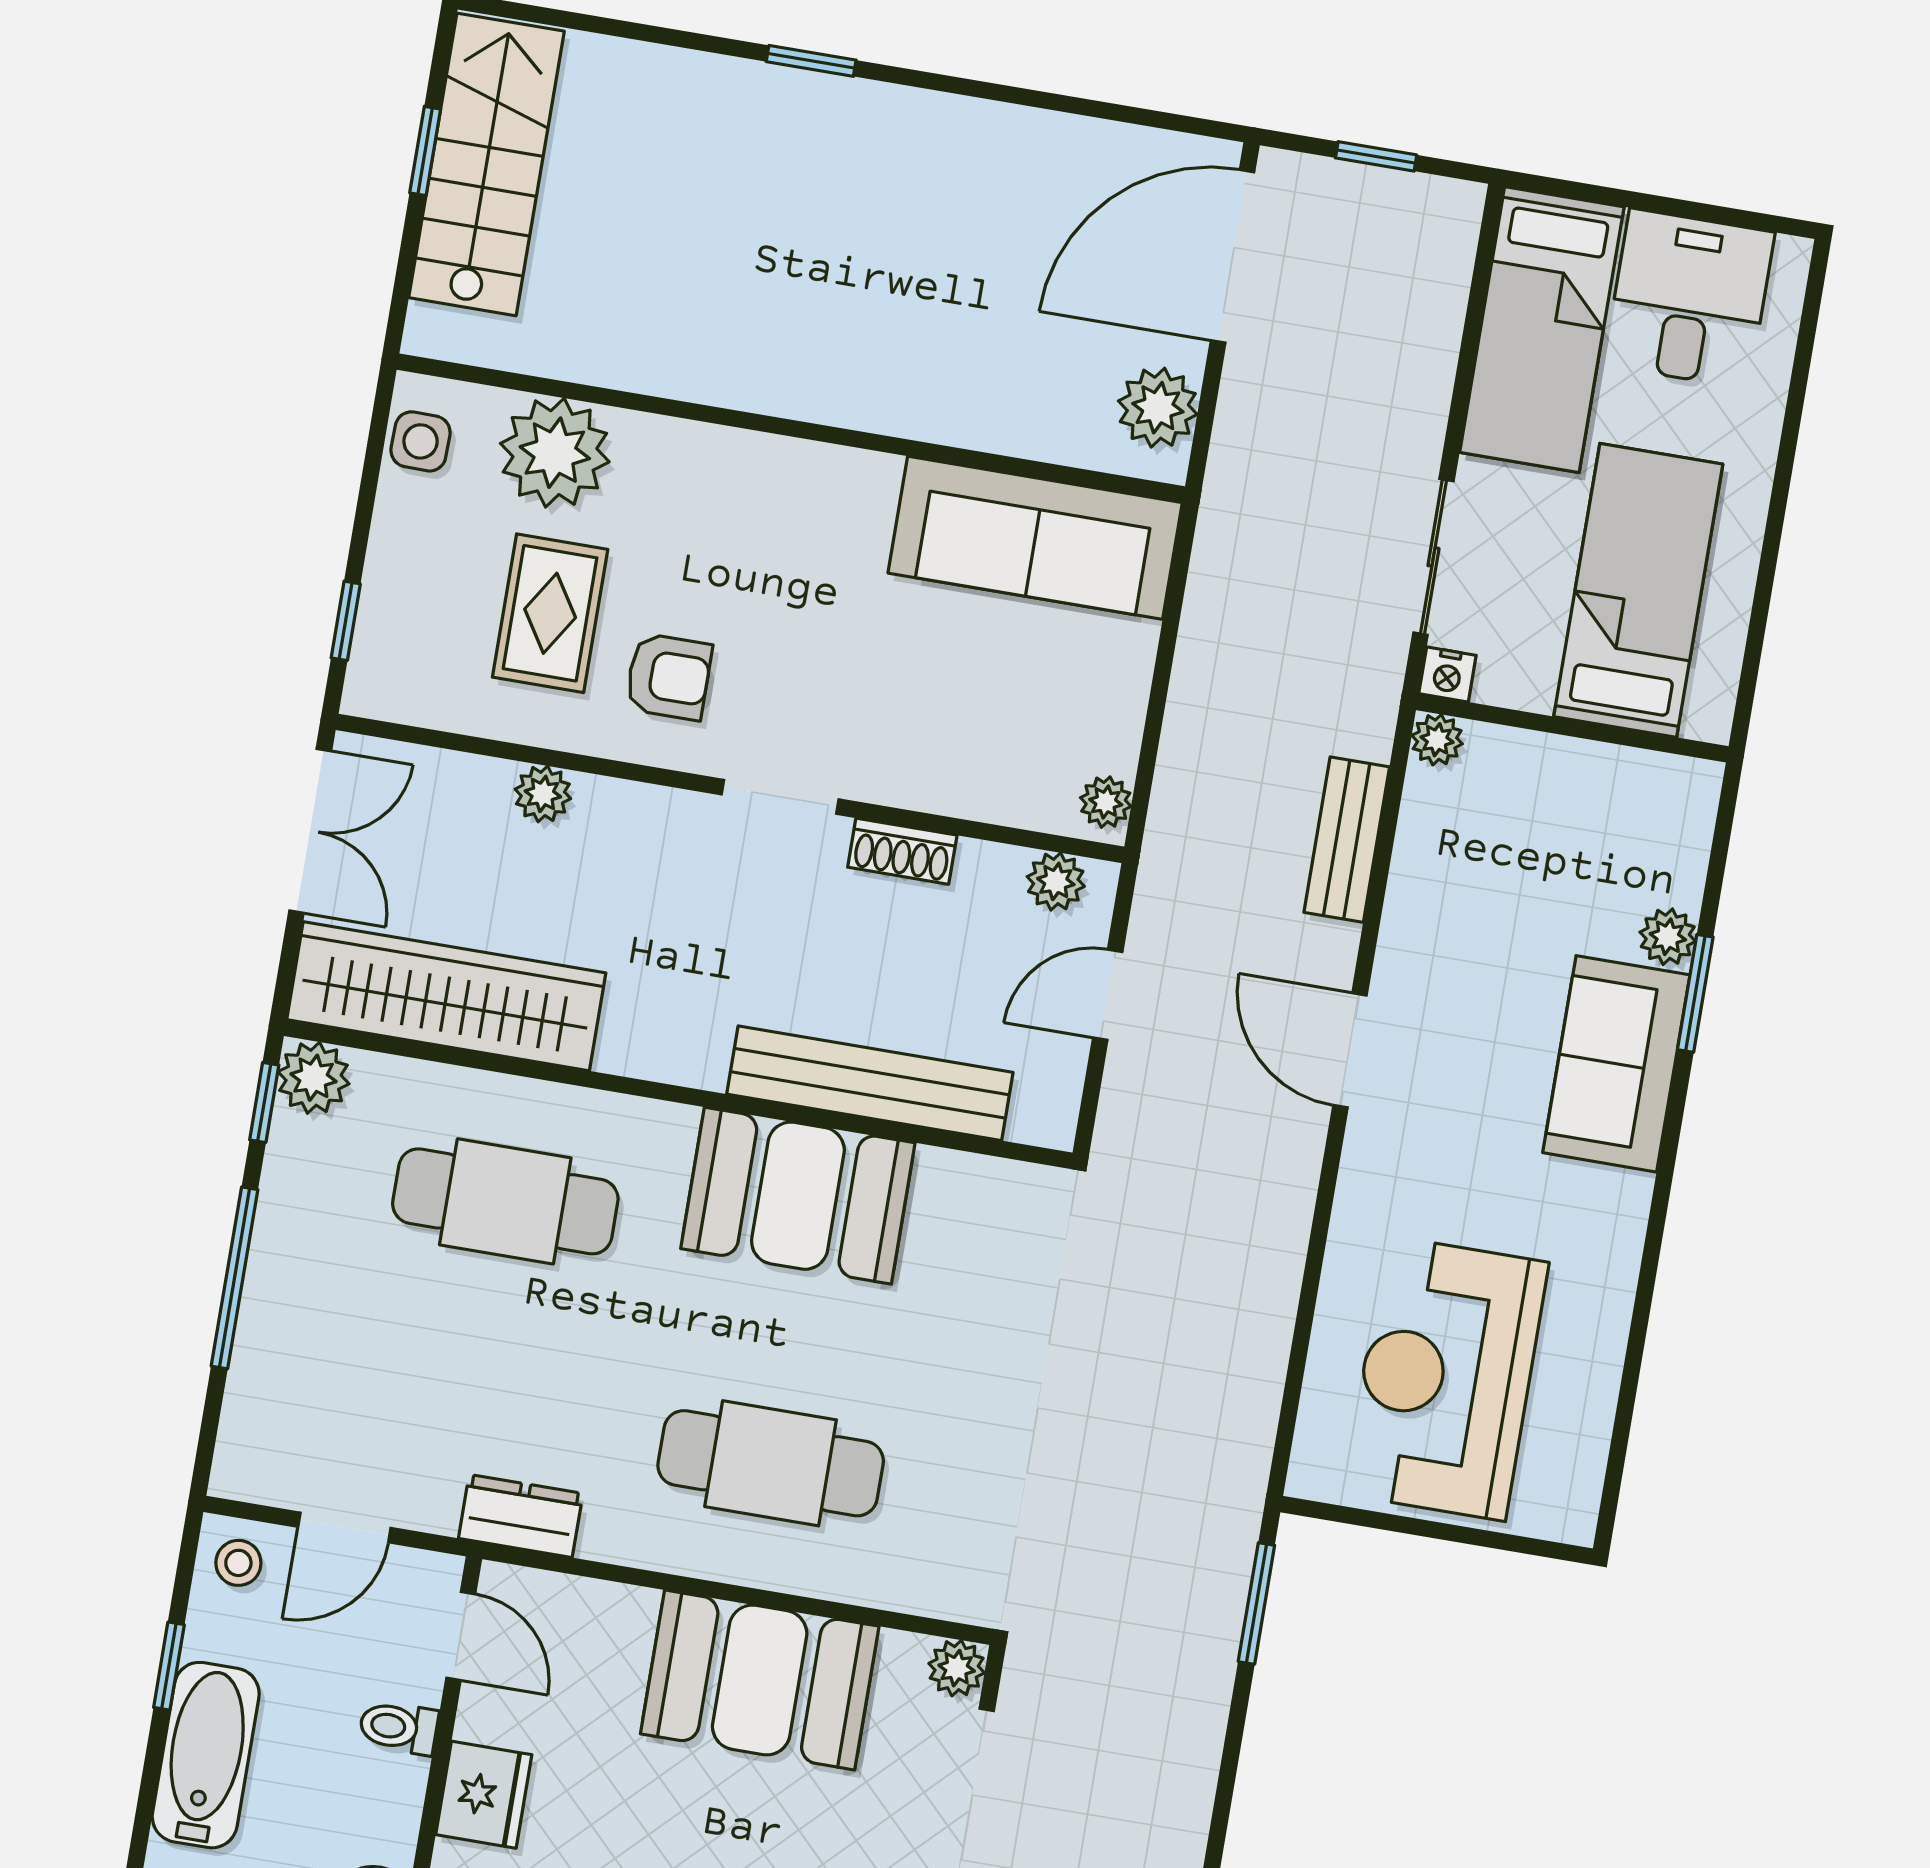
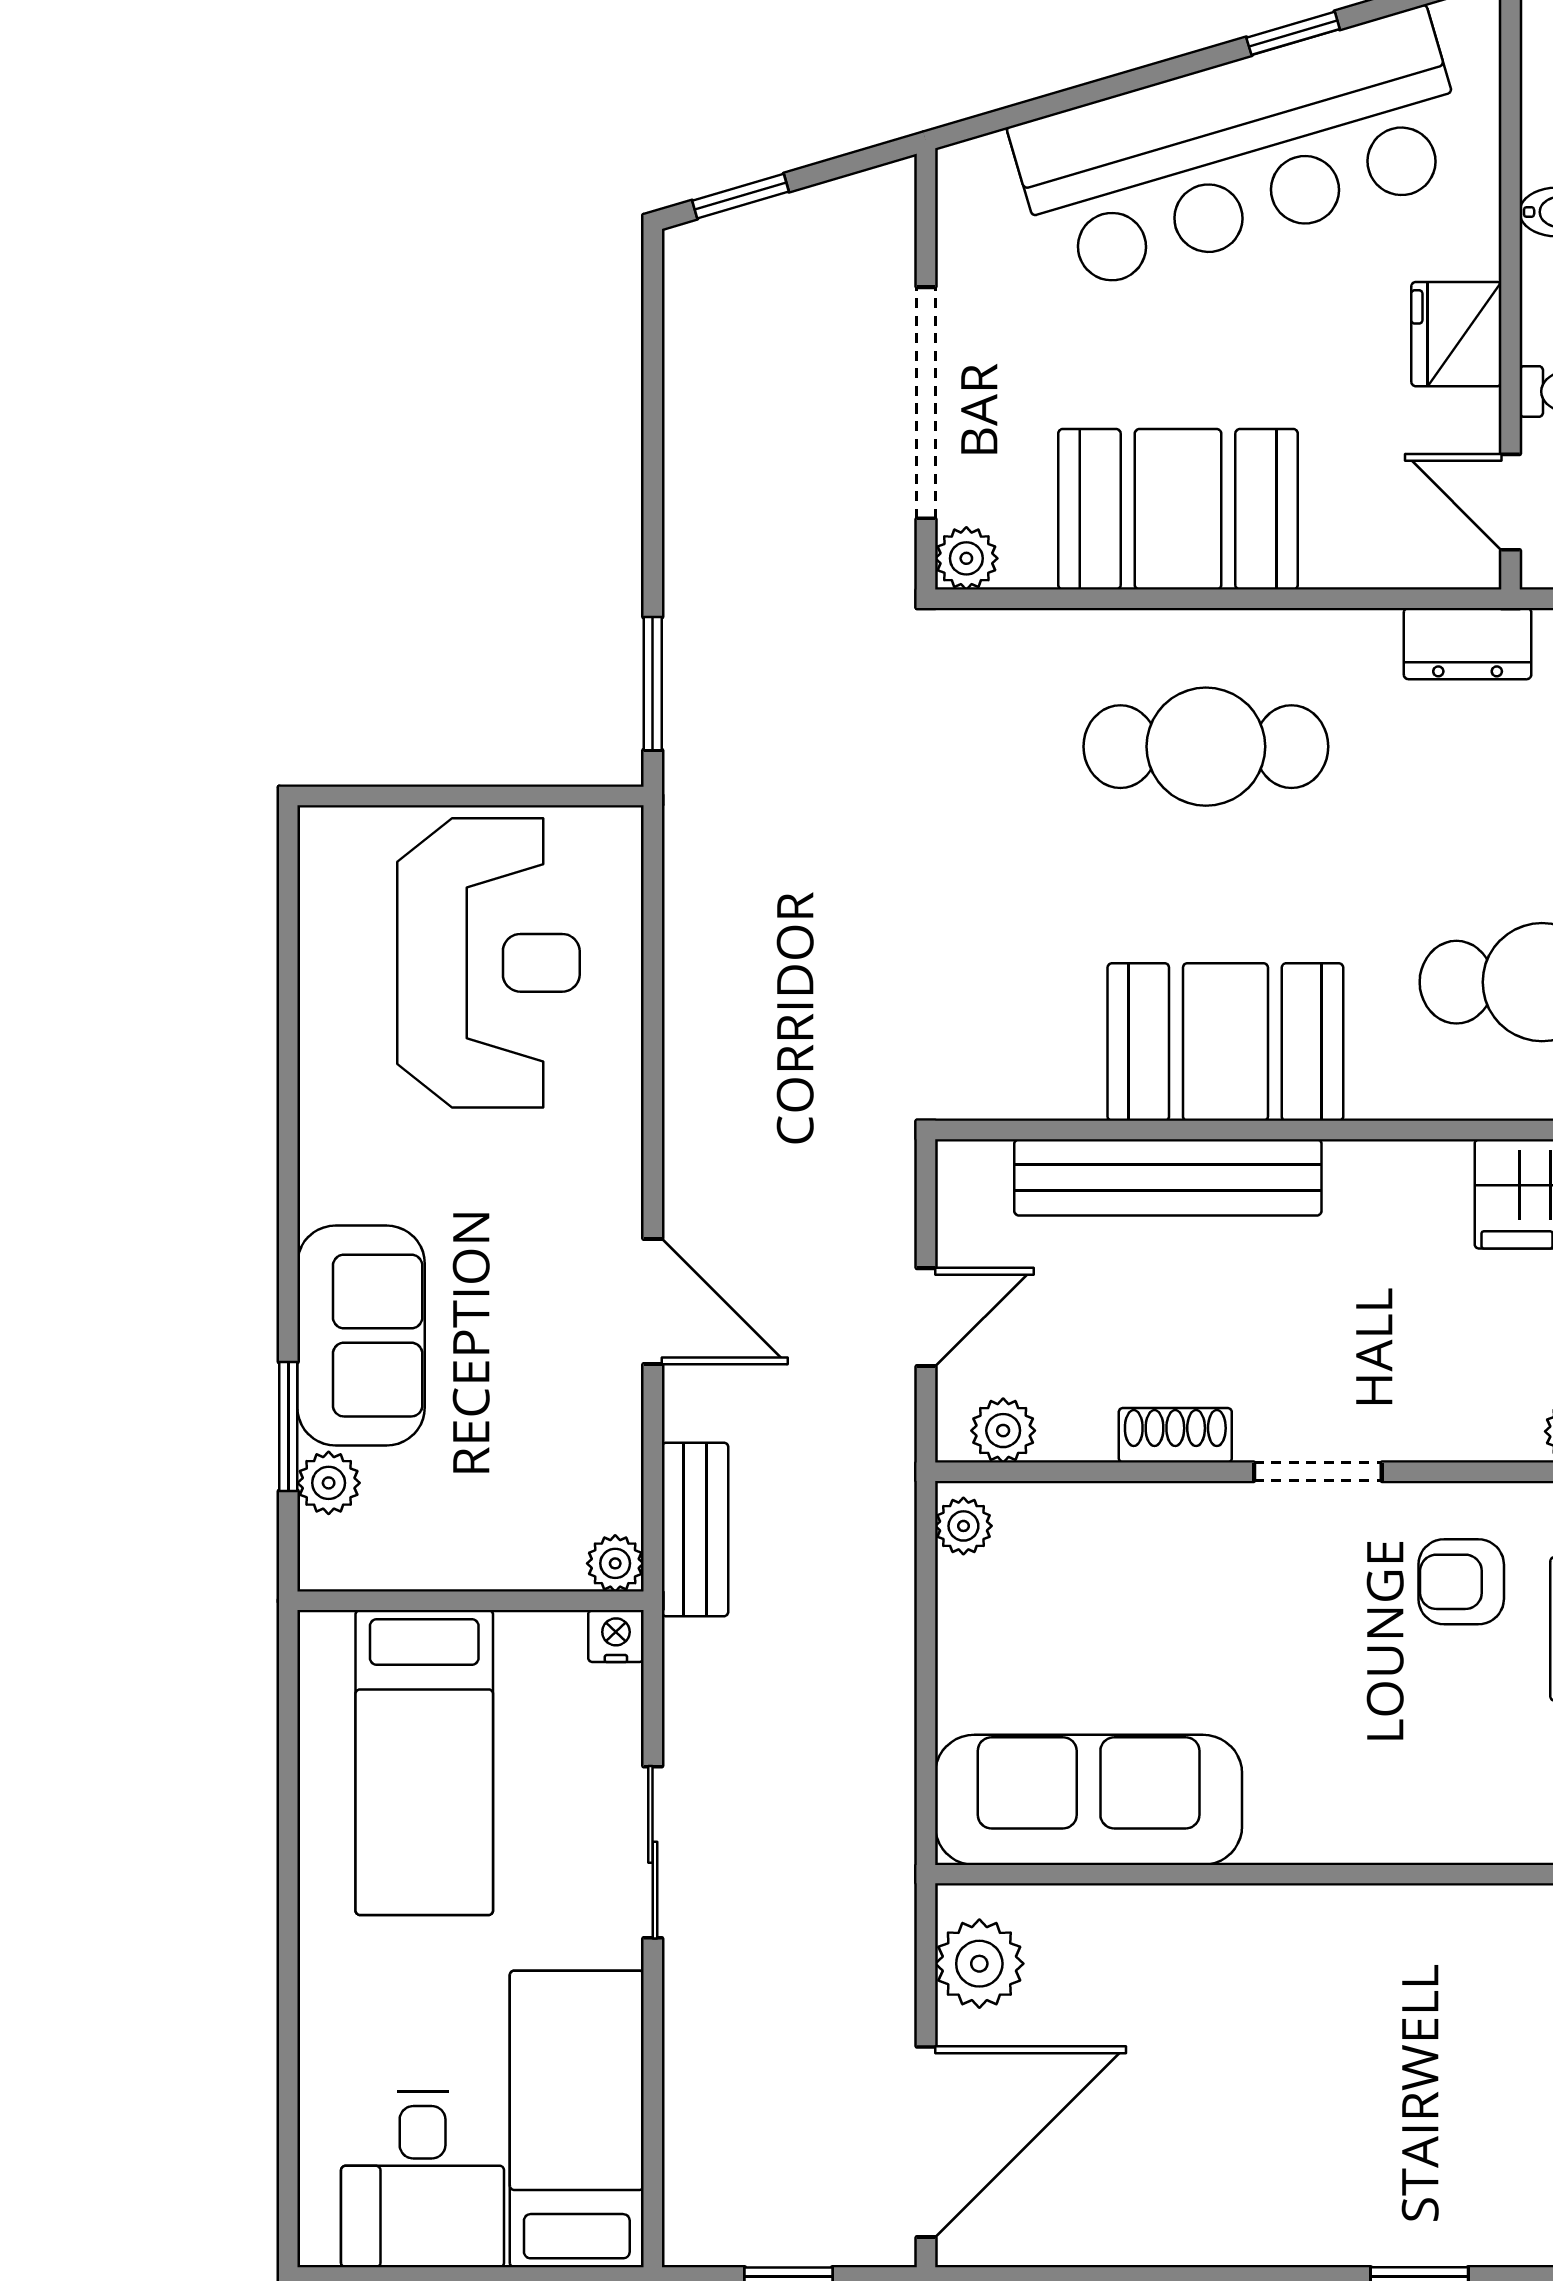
bed: (1638, 590) -> (424, 1762), moved
nightstand: (1447, 674) -> (616, 1636), moved
wall: (1572, 728) -> (470, 1601), moved
plant: (1437, 740) -> (615, 1563), moved

